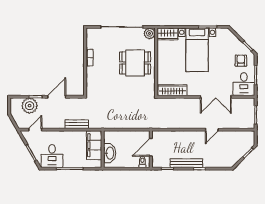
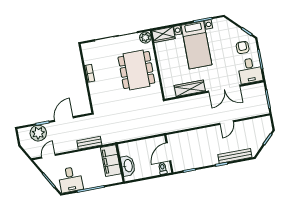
dining table: (135, 63) -> (136, 70), width x1.37
wardrobe: (172, 90) -> (190, 88), moved
bench: (186, 163) -> (235, 156), moved

